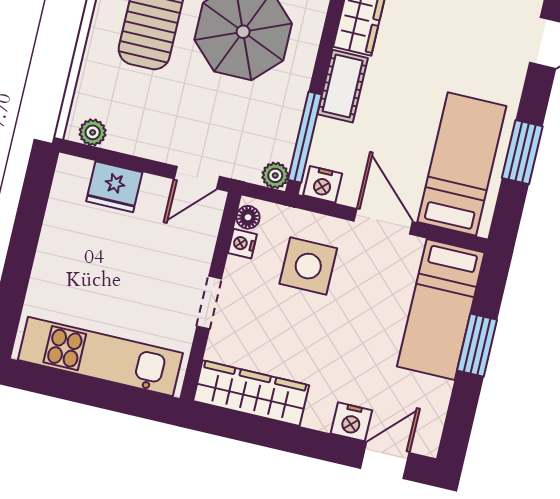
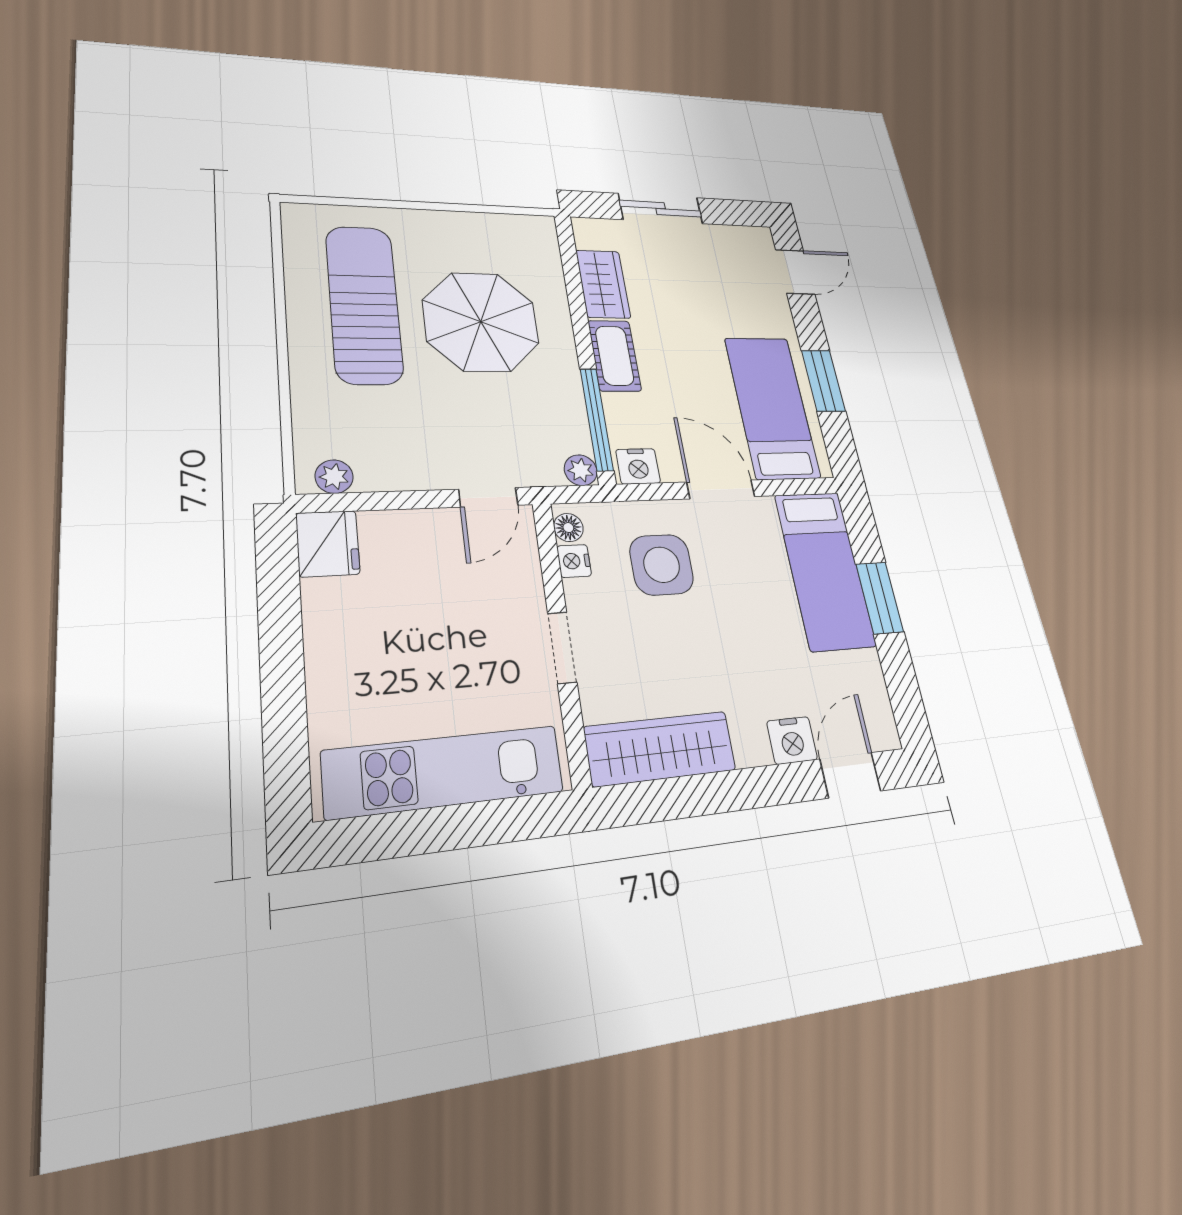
fridge: (114, 187) -> (328, 544), moved, turned -90

